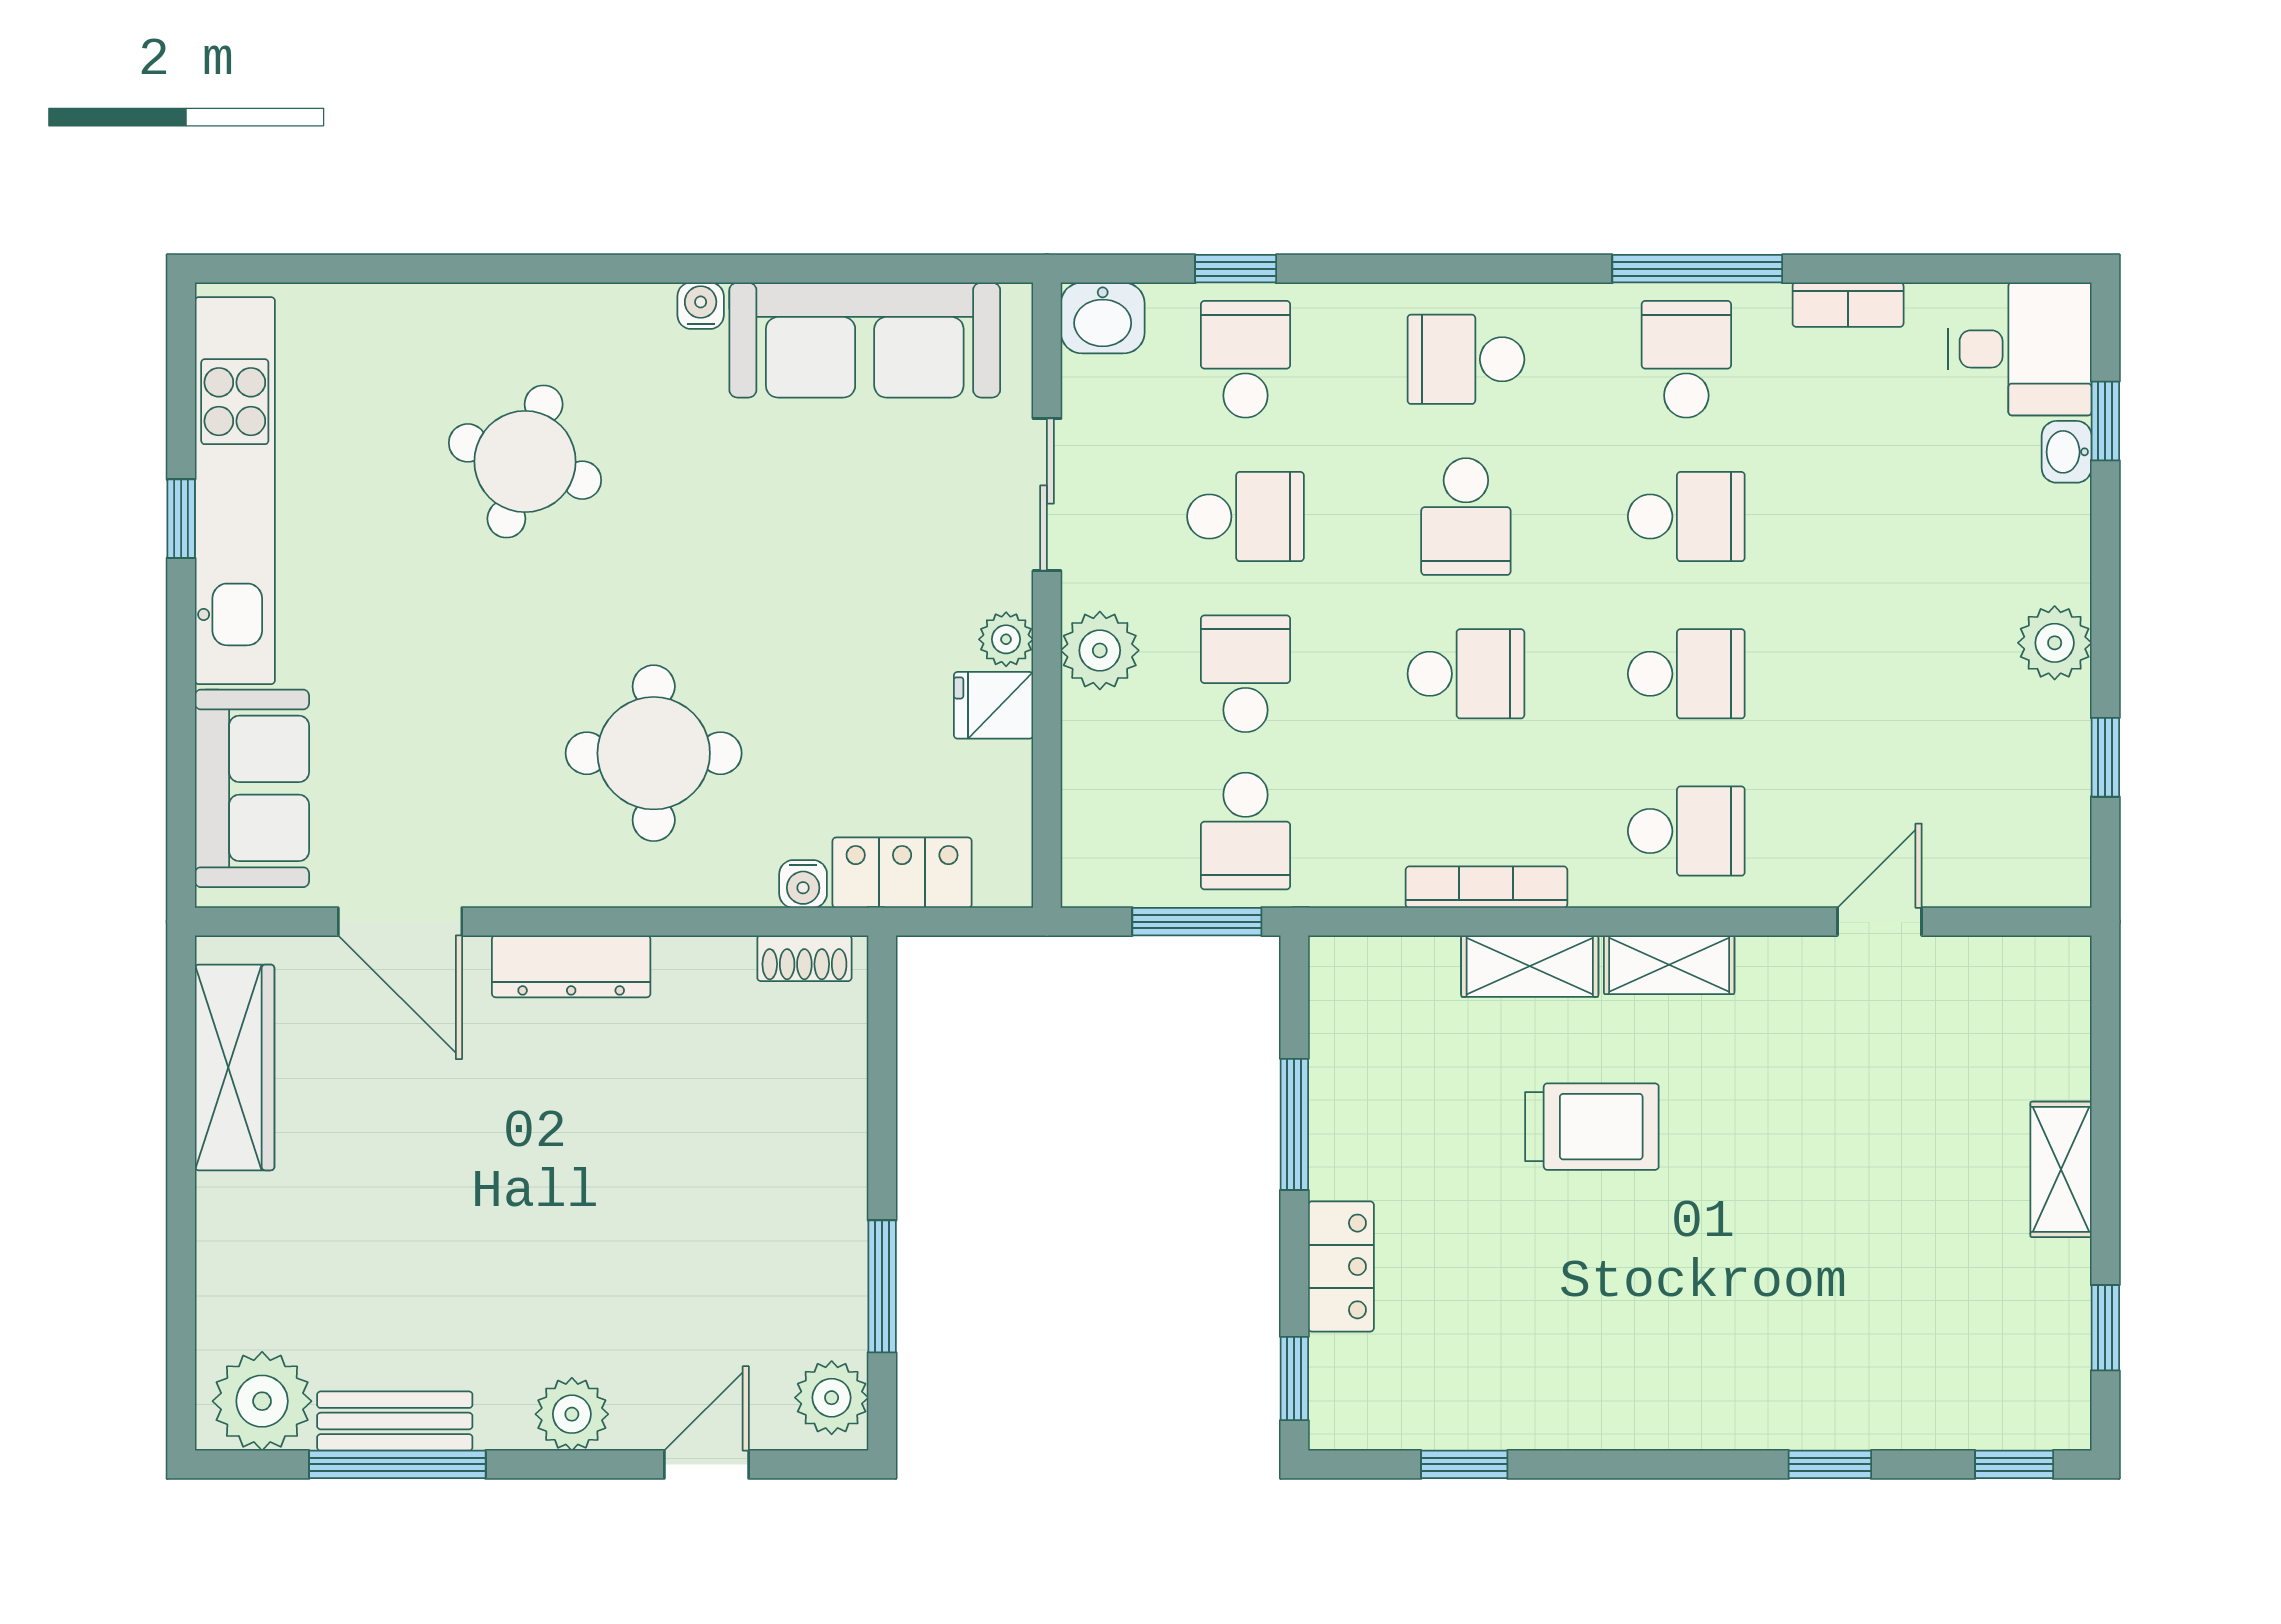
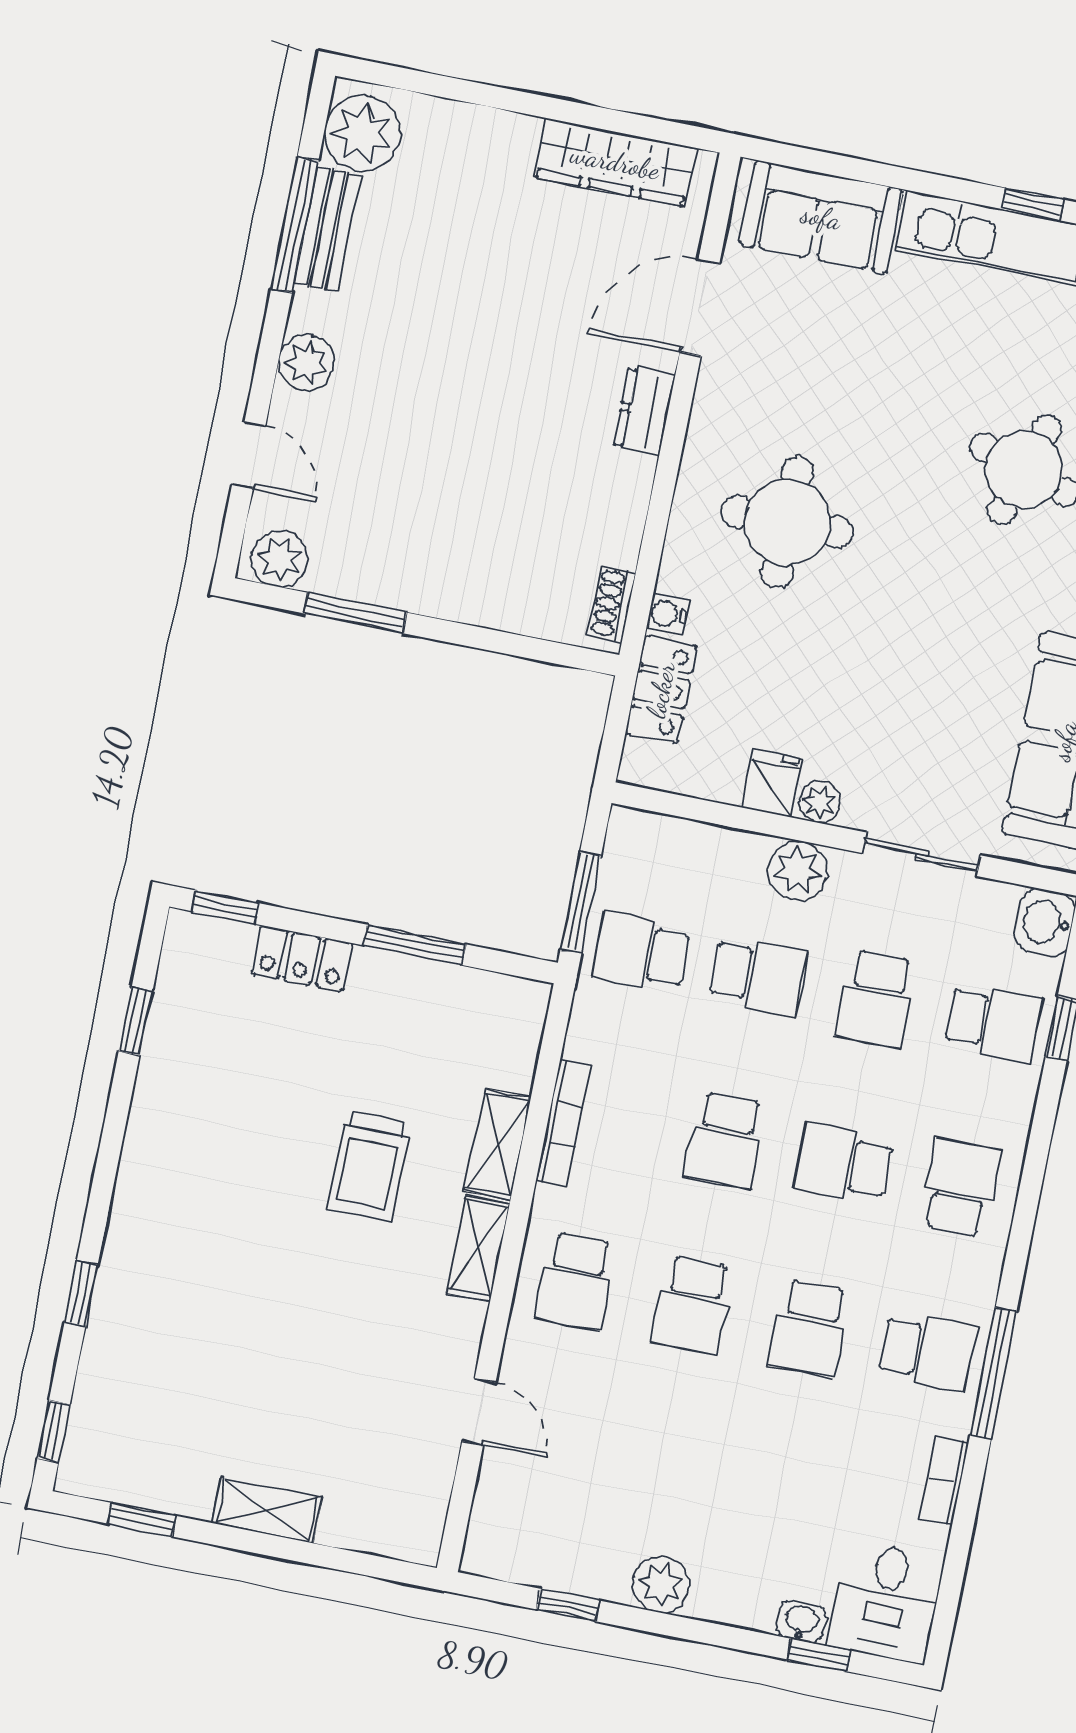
dresser: (571, 966) -> (644, 411), width x0.70

